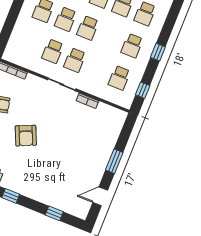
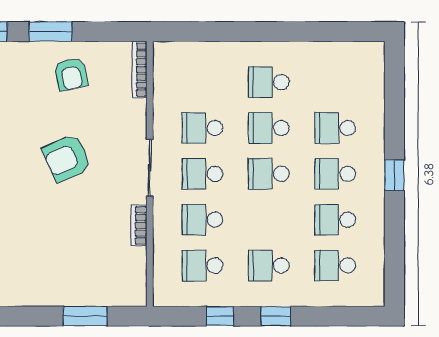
school desk: (97, 69) -> (202, 220), added
window: (143, 90) -> (220, 316), moved
armchair: (26, 136) -> (67, 158), moved
window: (114, 161) -> (85, 316), moved

